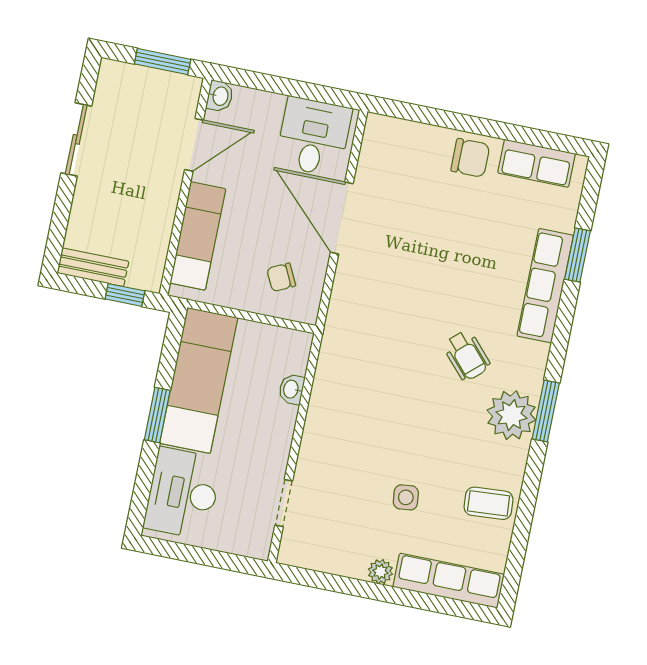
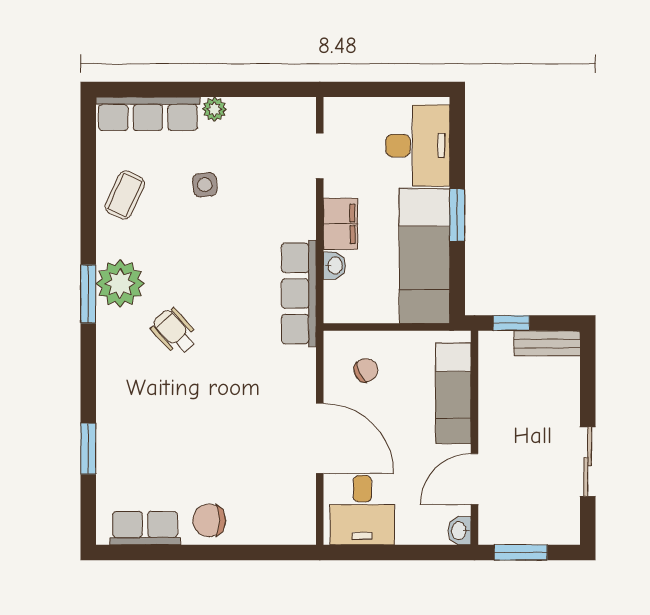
row of seats: (545, 286) -> (299, 293), moved, turned 180
filing cabinet: (277, 430) -> (341, 224), added
coffee table: (489, 503) -> (125, 195), turned -61

